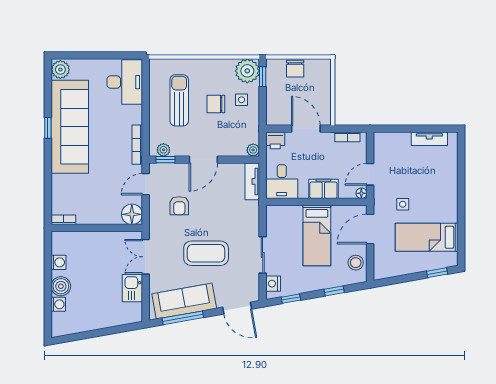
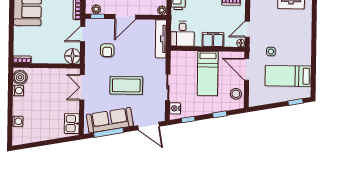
tv unit: (252, 181) -> (161, 39), width x1.41
door: (370, 229) -> (247, 69), hinge flipped
boiler: (61, 286) -> (20, 77), moved
kitchen sink: (132, 288) -> (72, 124), moved

